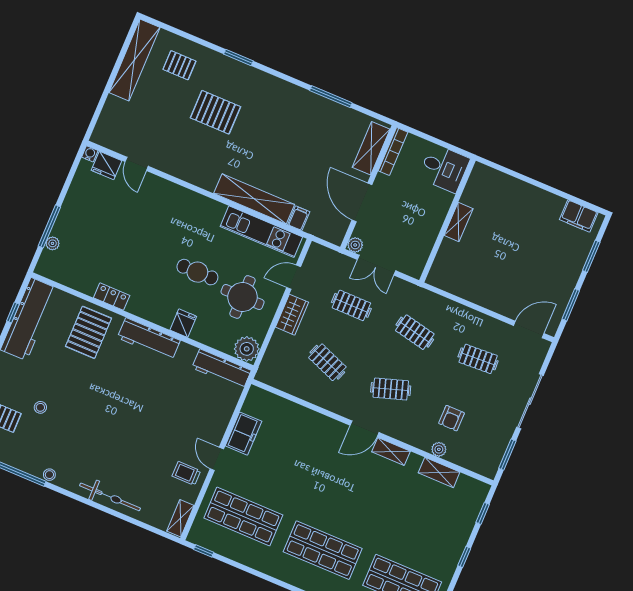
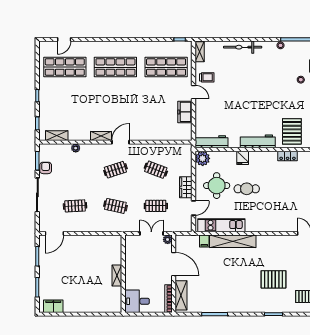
armchair: (451, 418) -> (46, 168), moved
shelving: (439, 472) -> (57, 136), moved

